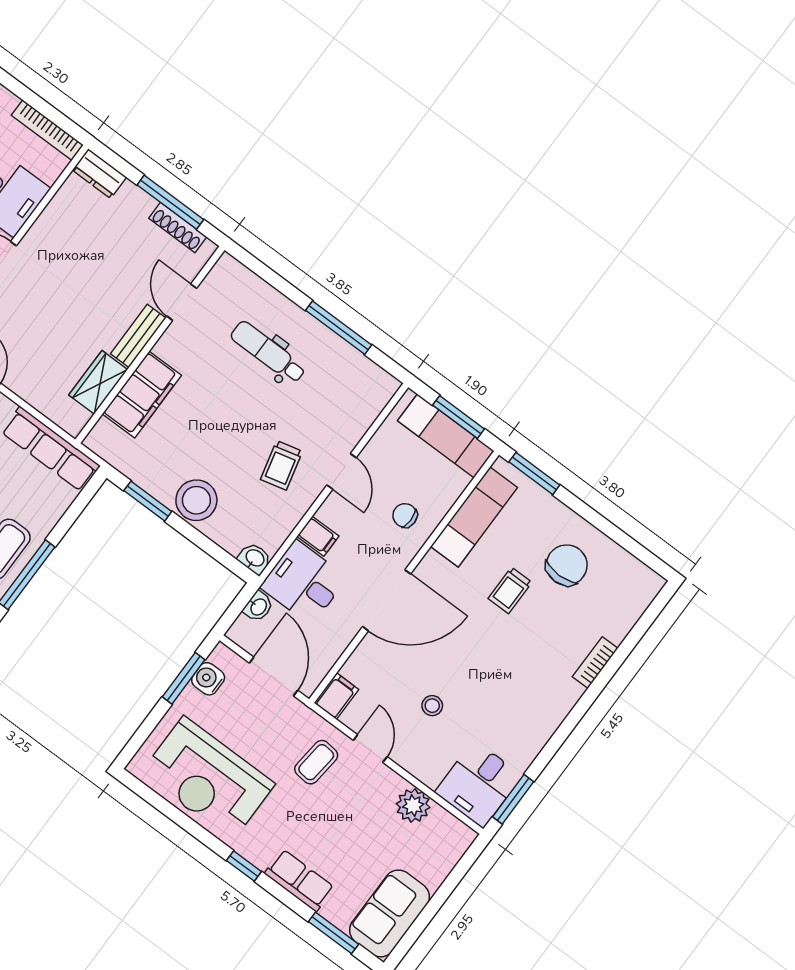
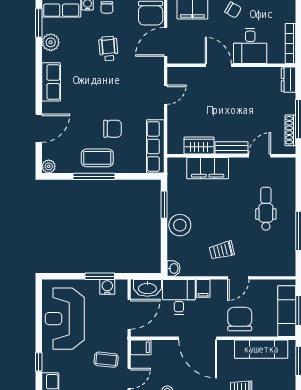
chair: (405, 515) -> (240, 319), width x1.87, depth x1.87
washbasin: (258, 607) -> (147, 288), width x1.91, depth x1.45

